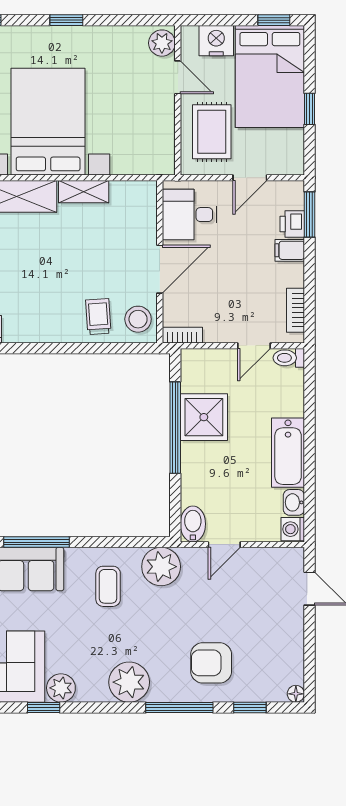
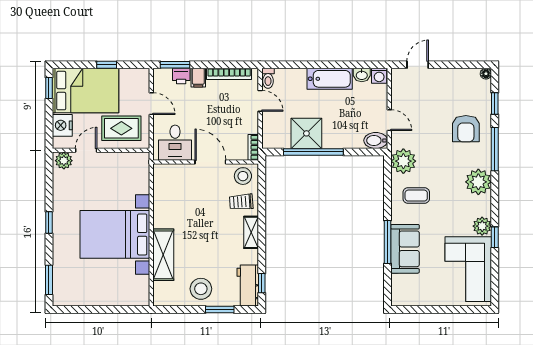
shelving: (84, 192) -> (251, 232), moved
bookcase: (296, 310) -> (229, 74), width x1.56

